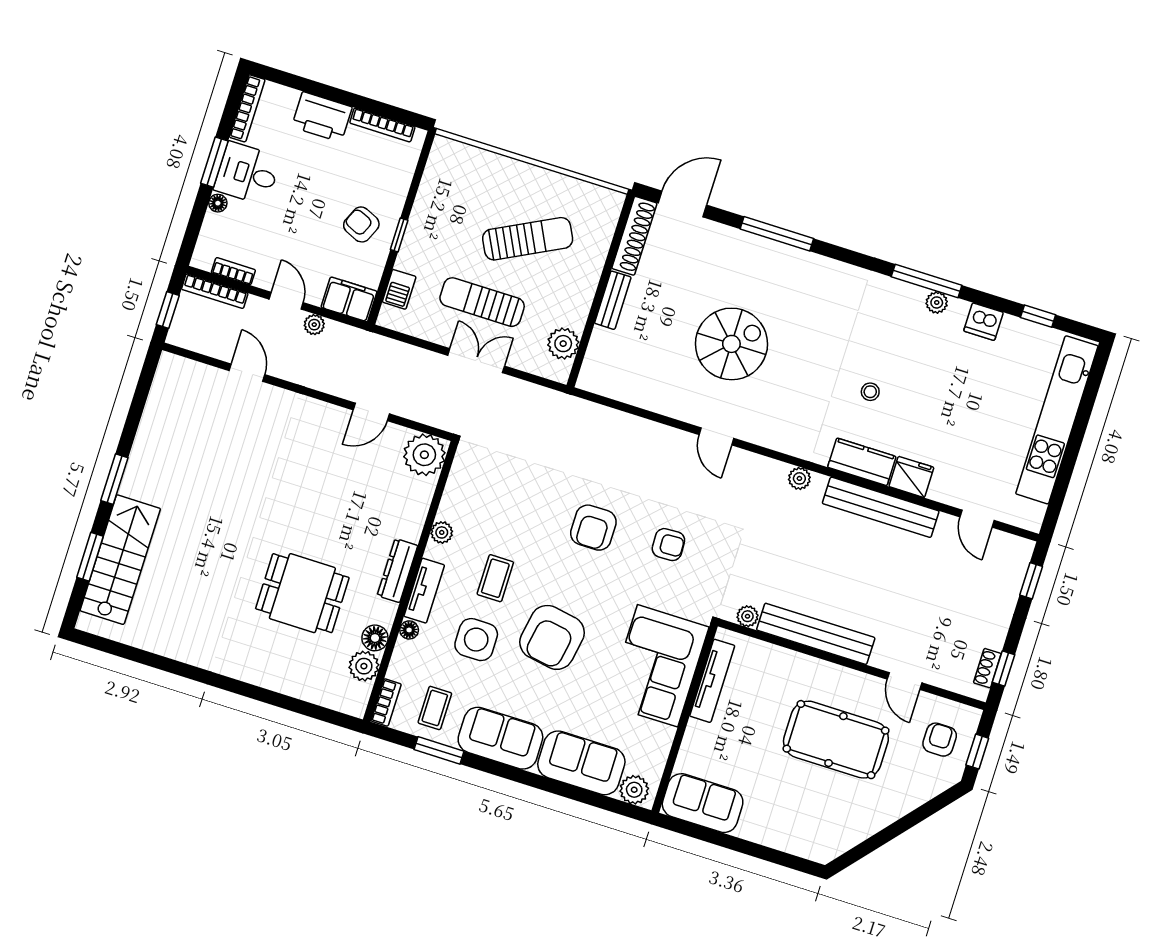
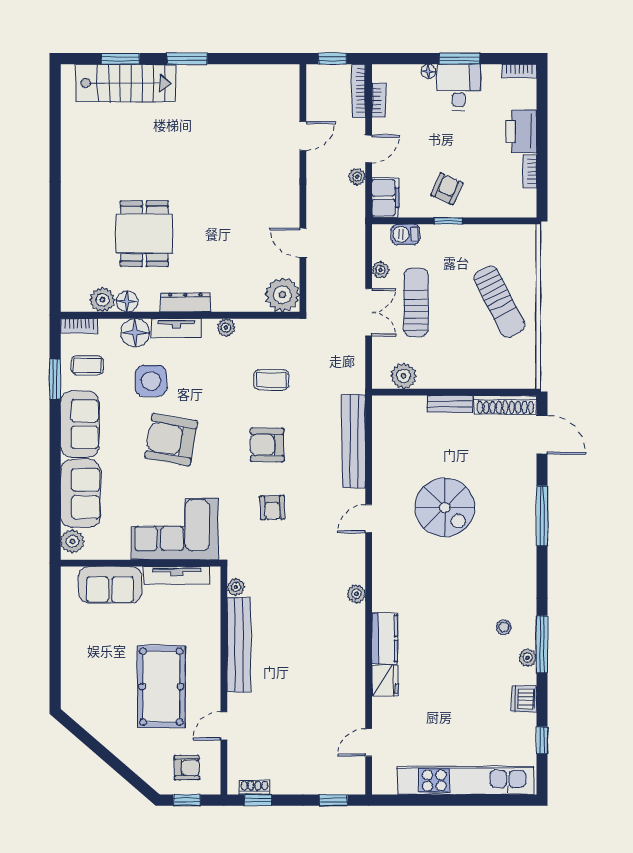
bookcase: (247, 108) -> (519, 71), width x0.64
bookcase: (382, 125) -> (530, 171), width x0.64
sun lounger: (528, 239) -> (499, 302), moved
plant: (431, 332) -> (380, 270), added
stool: (870, 392) -> (504, 627), moved
bench: (881, 507) -> (354, 441), moved
coffee table: (495, 578) -> (271, 380), moved
floor lamp: (409, 630) -> (135, 333), width x1.89, depth x1.89
sofa: (703, 803) -> (110, 585), moved, turned 90

